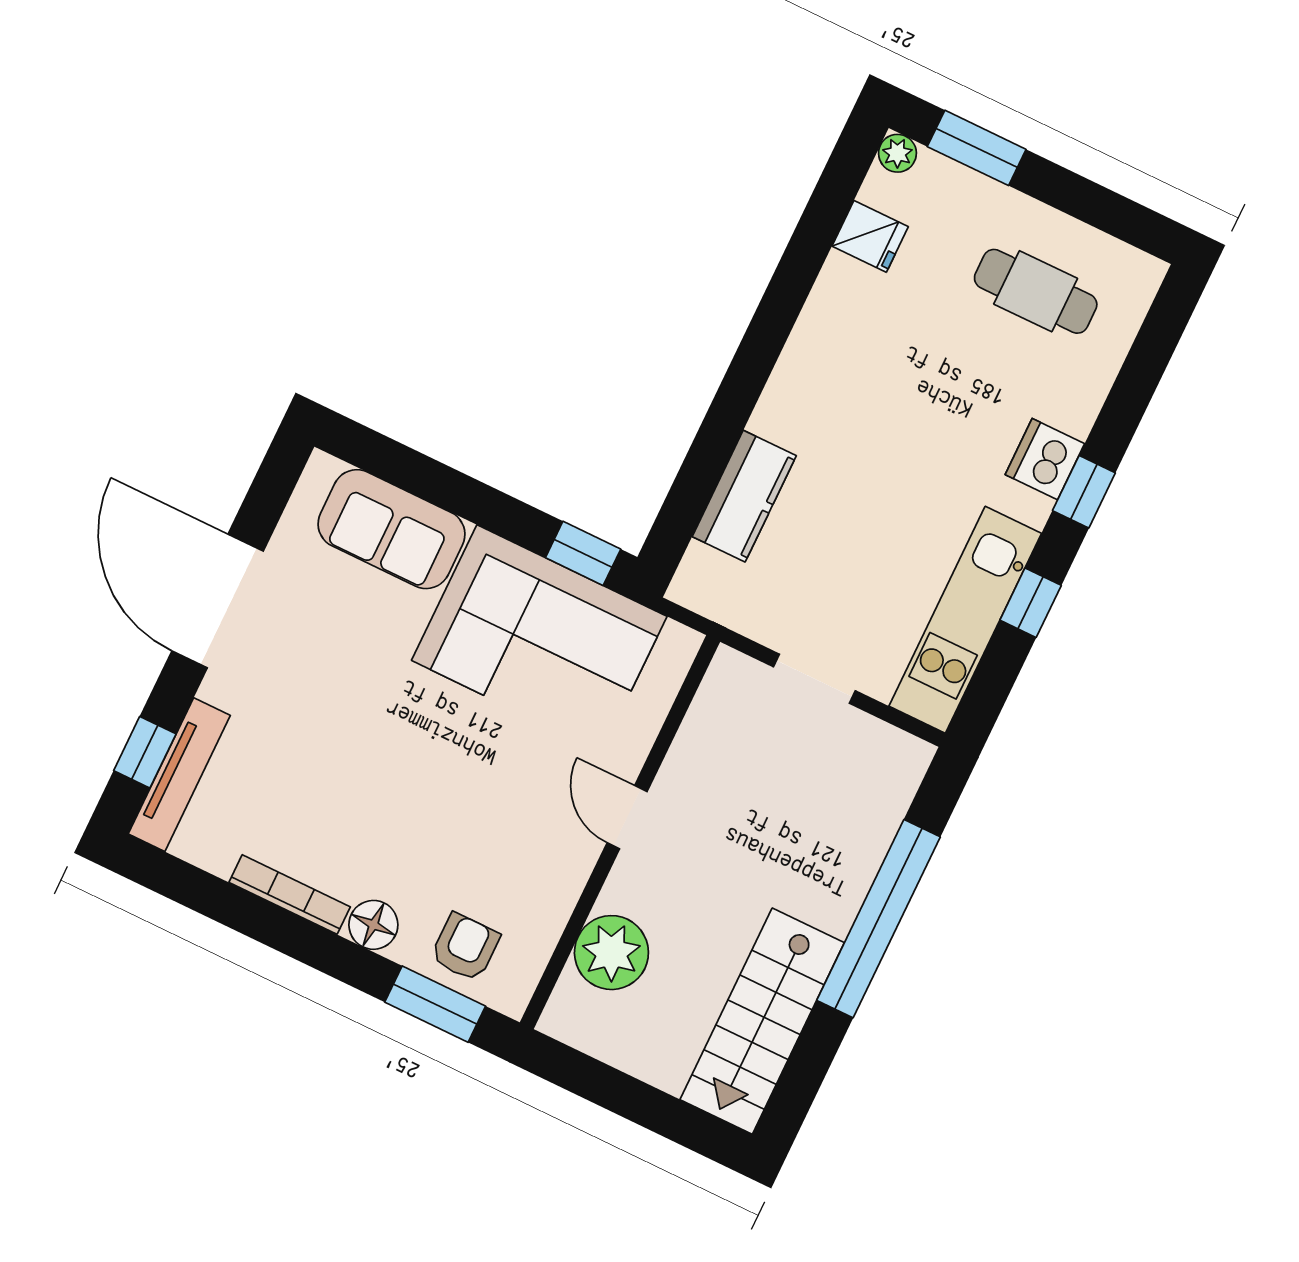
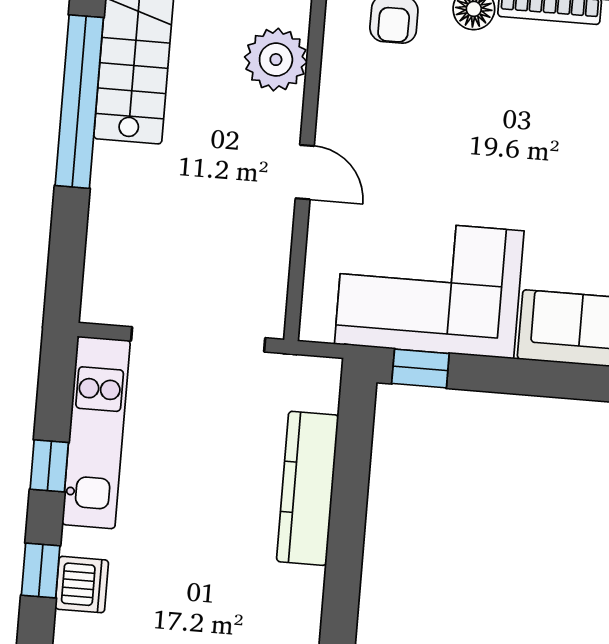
kitchen counter: (744, 496) -> (308, 488), width x1.50
doorway: (814, 679) -> (198, 339), width x1.88
window: (879, 919) -> (79, 102), moved

